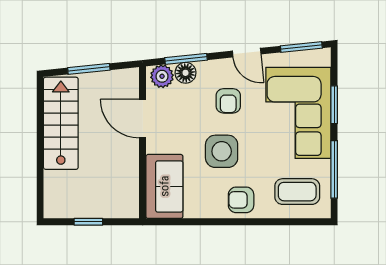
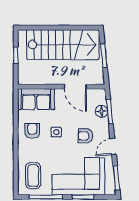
plant: (162, 76) -> (100, 98), removed
door: (143, 118) -> (75, 87), swing flipped
stairs: (61, 123) -> (63, 45), width x1.36, depth x1.51
side table: (222, 151) -> (56, 132), width x0.54, depth x0.54
armchair: (241, 200) -> (32, 131), moved

